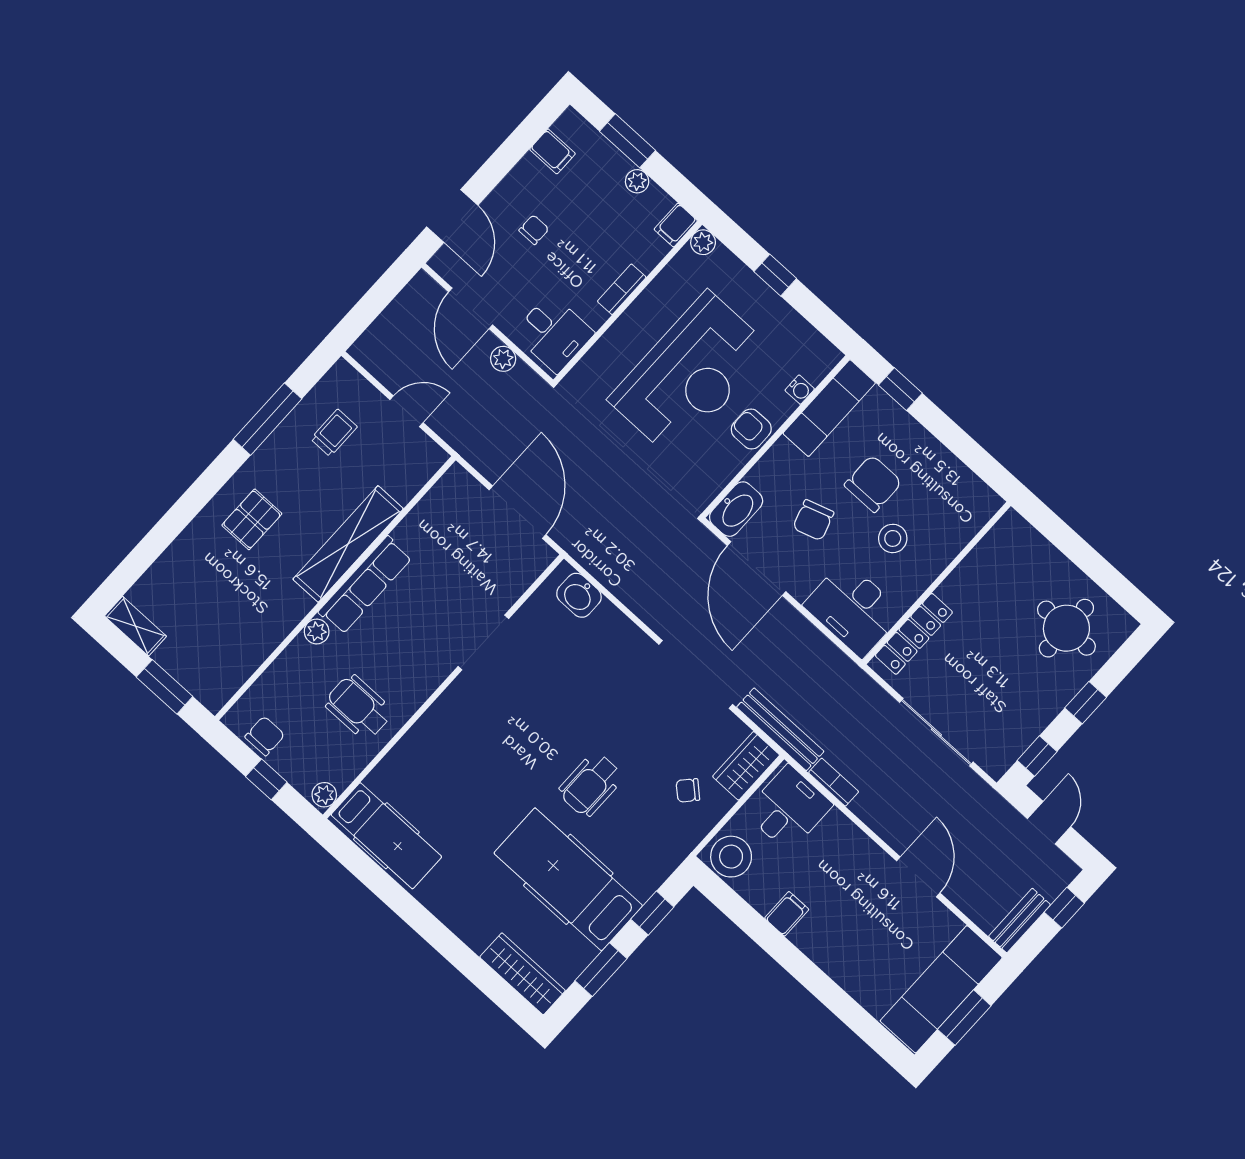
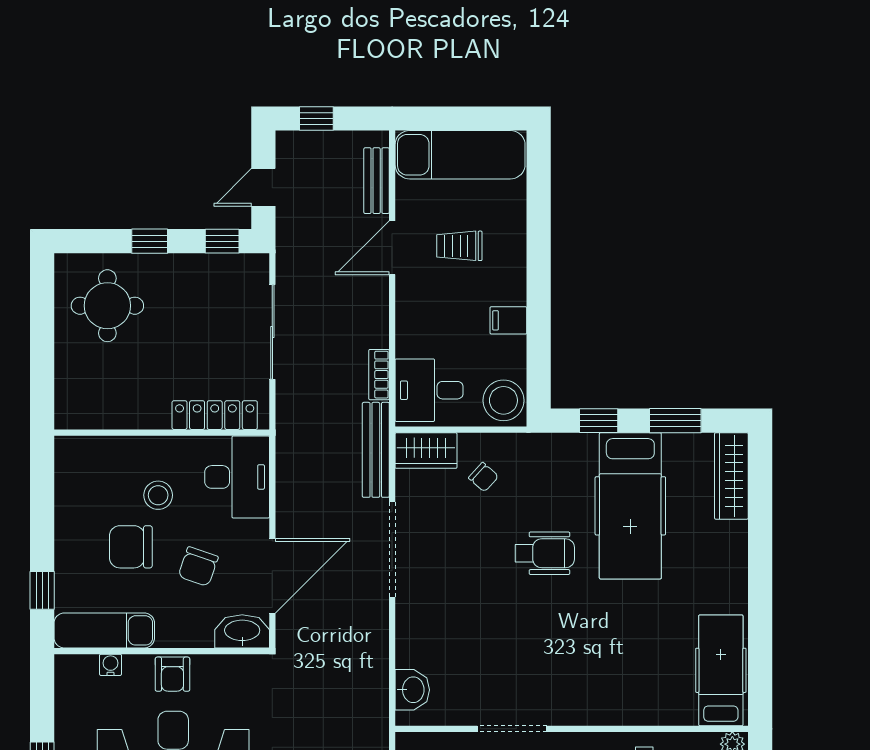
chair: (813, 520) -> (198, 567), turned 127
bench: (1019, 921) -> (377, 181), moved, turned 90
trolley: (875, 928) -> (459, 246), added
window: (964, 1018) -> (465, 118), removed

